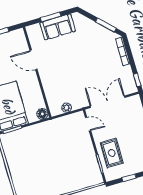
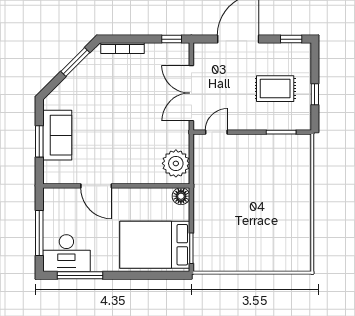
door: (33, 60) -> (96, 186), hinge flipped
plant: (67, 108) -> (176, 163), width x1.88, depth x1.88
rug: (112, 153) -> (275, 89), moved

